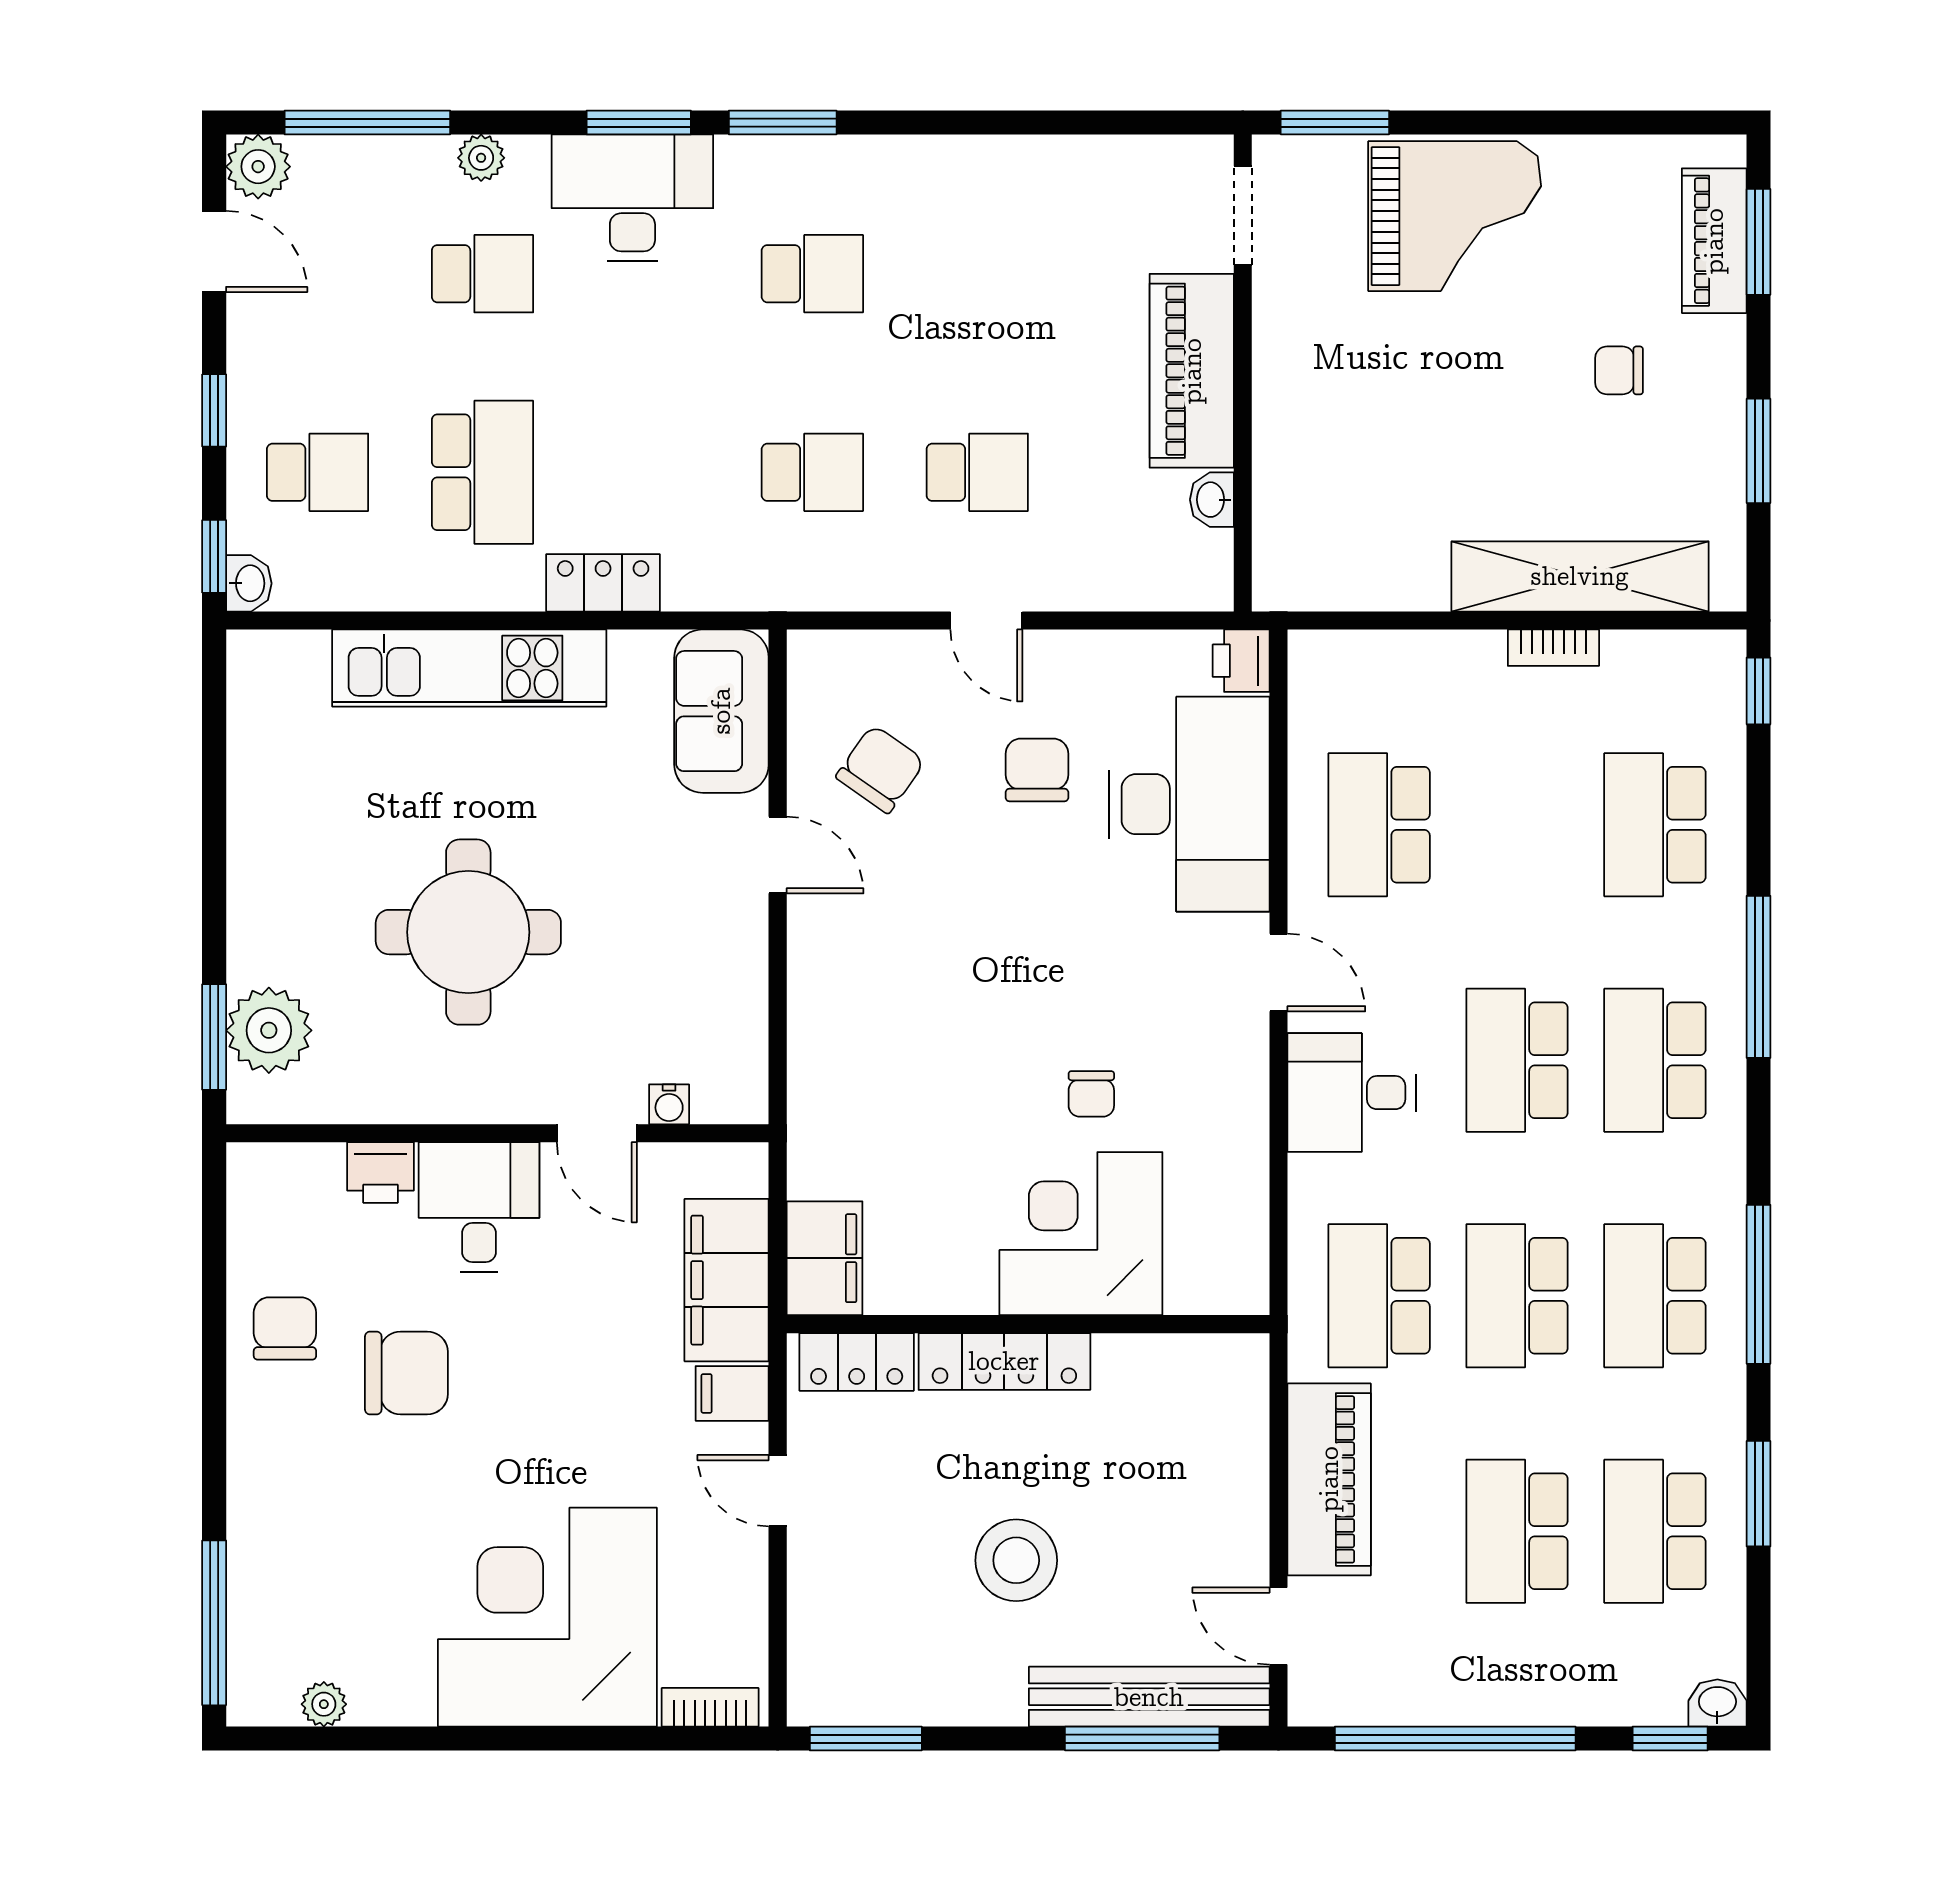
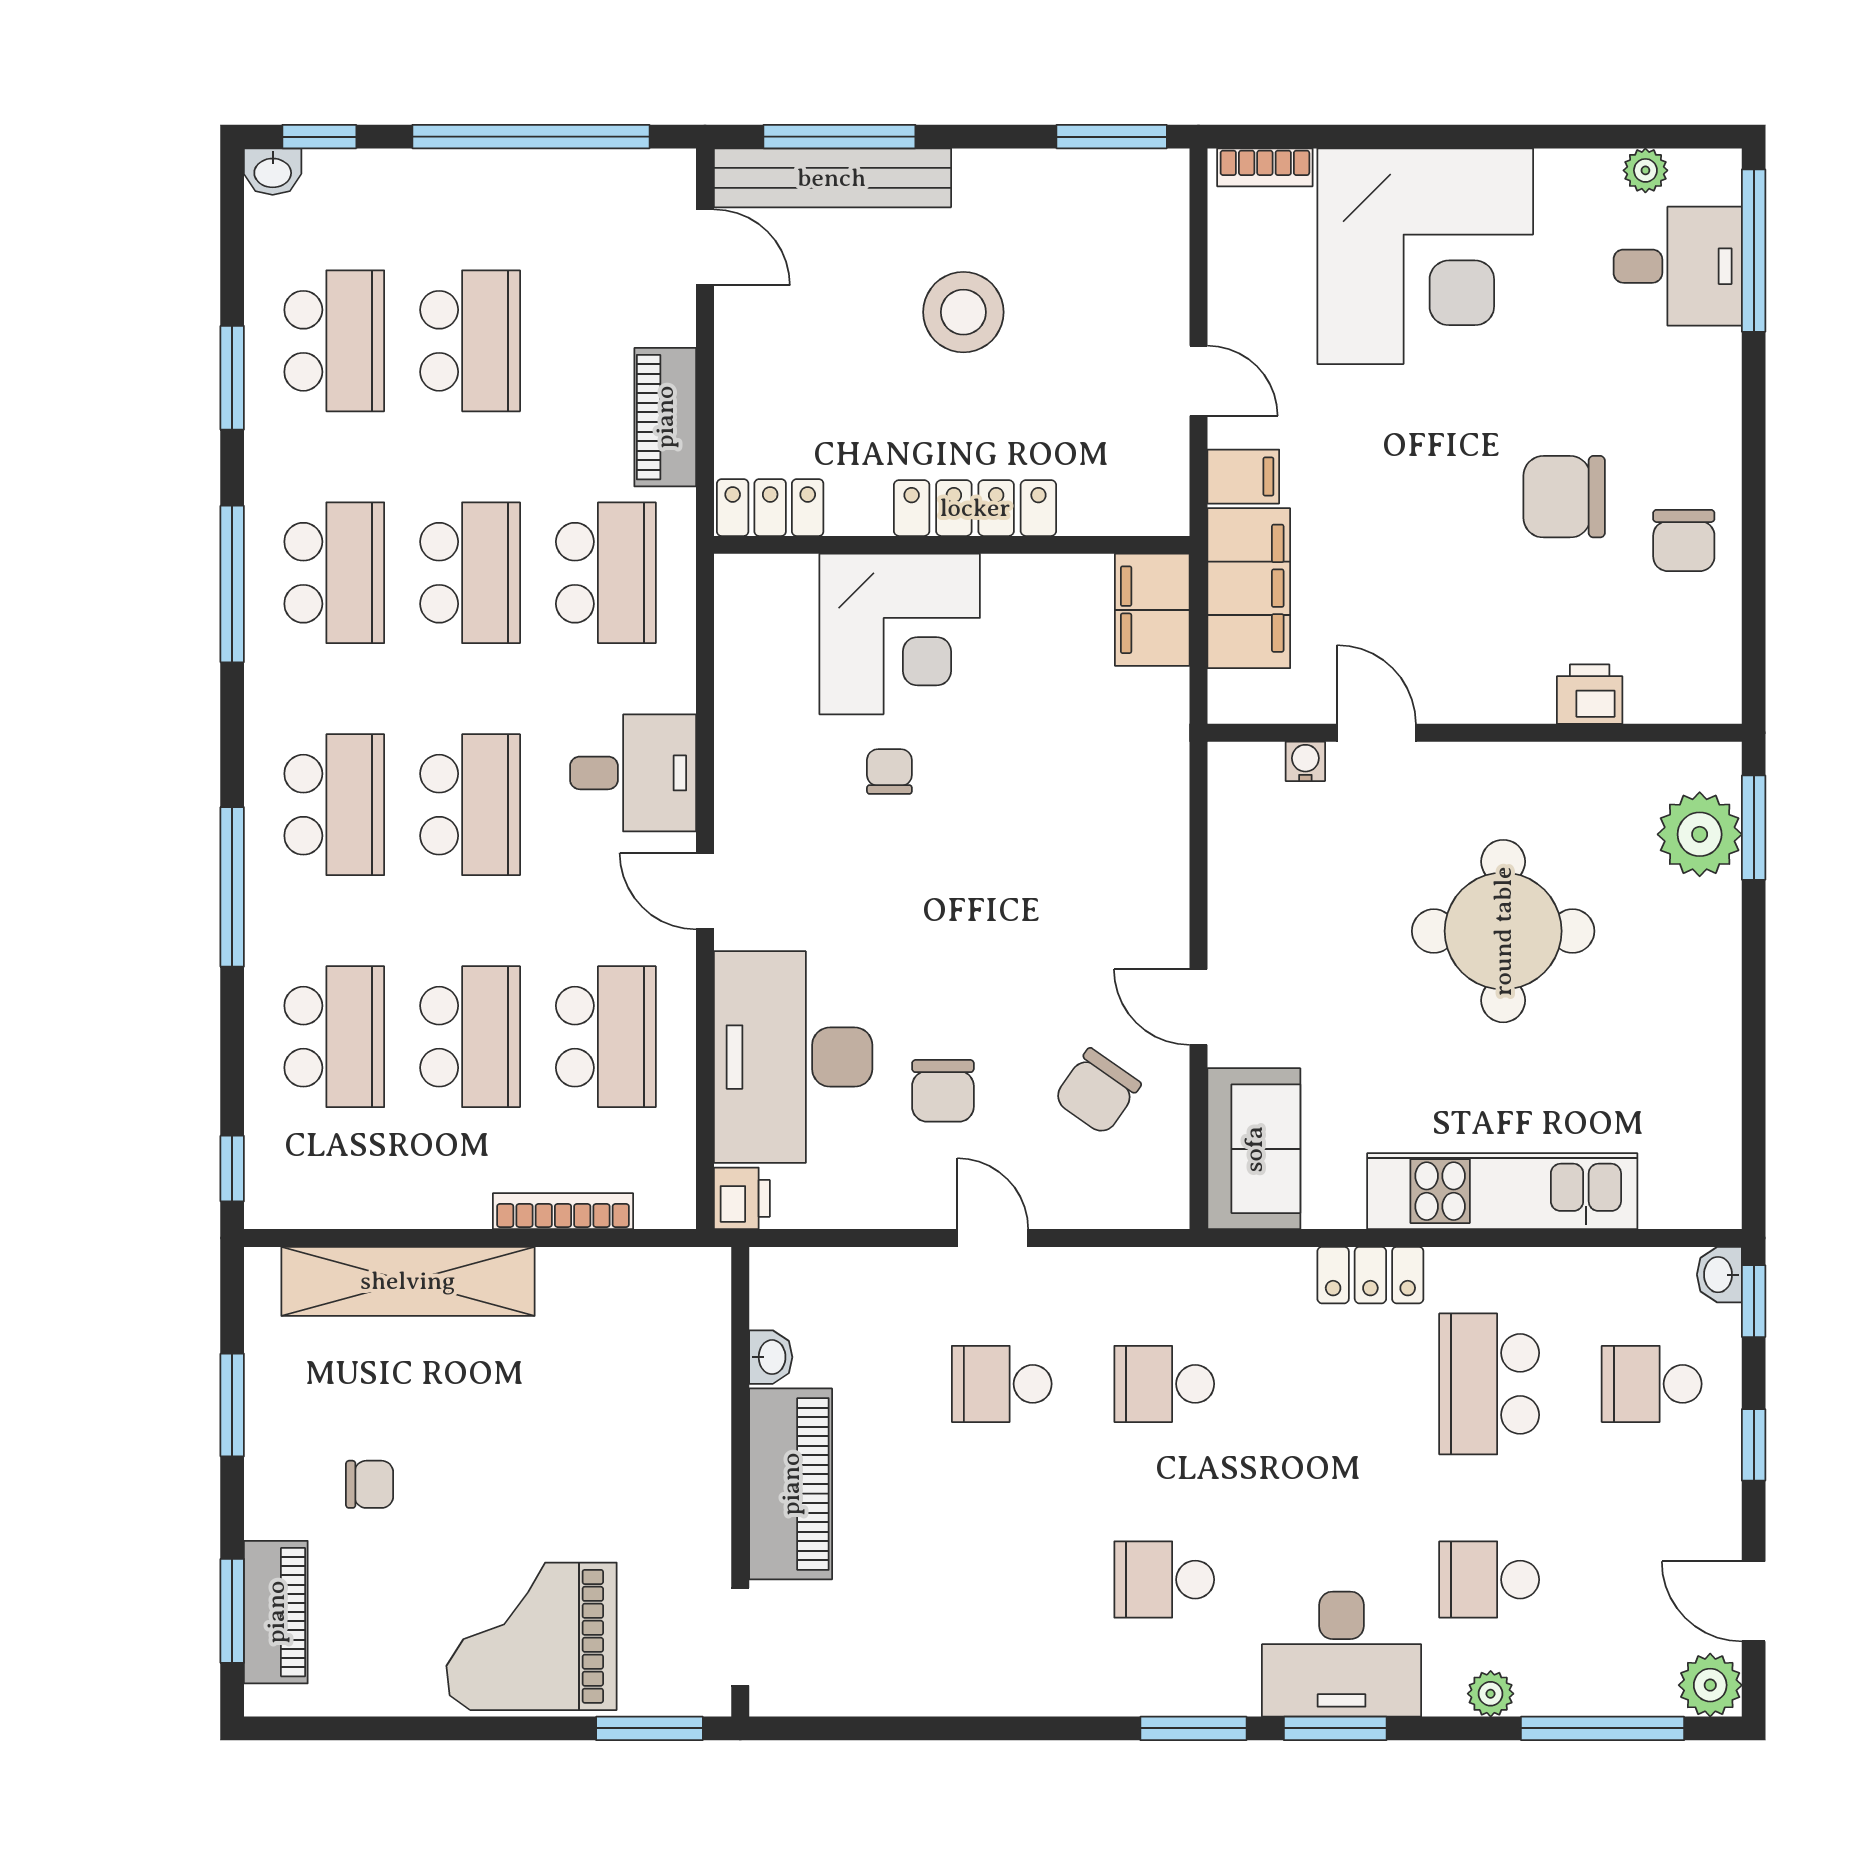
bookcase: (1553, 648) -> (563, 1211), moved, width x1.56
school desk: (1517, 825) -> (470, 1037), added
desk: (479, 1207) -> (1678, 266), moved, turned -90
locker: (857, 1362) -> (770, 508), moved
piano: (1329, 1479) -> (665, 417), width x0.73, depth x0.75

